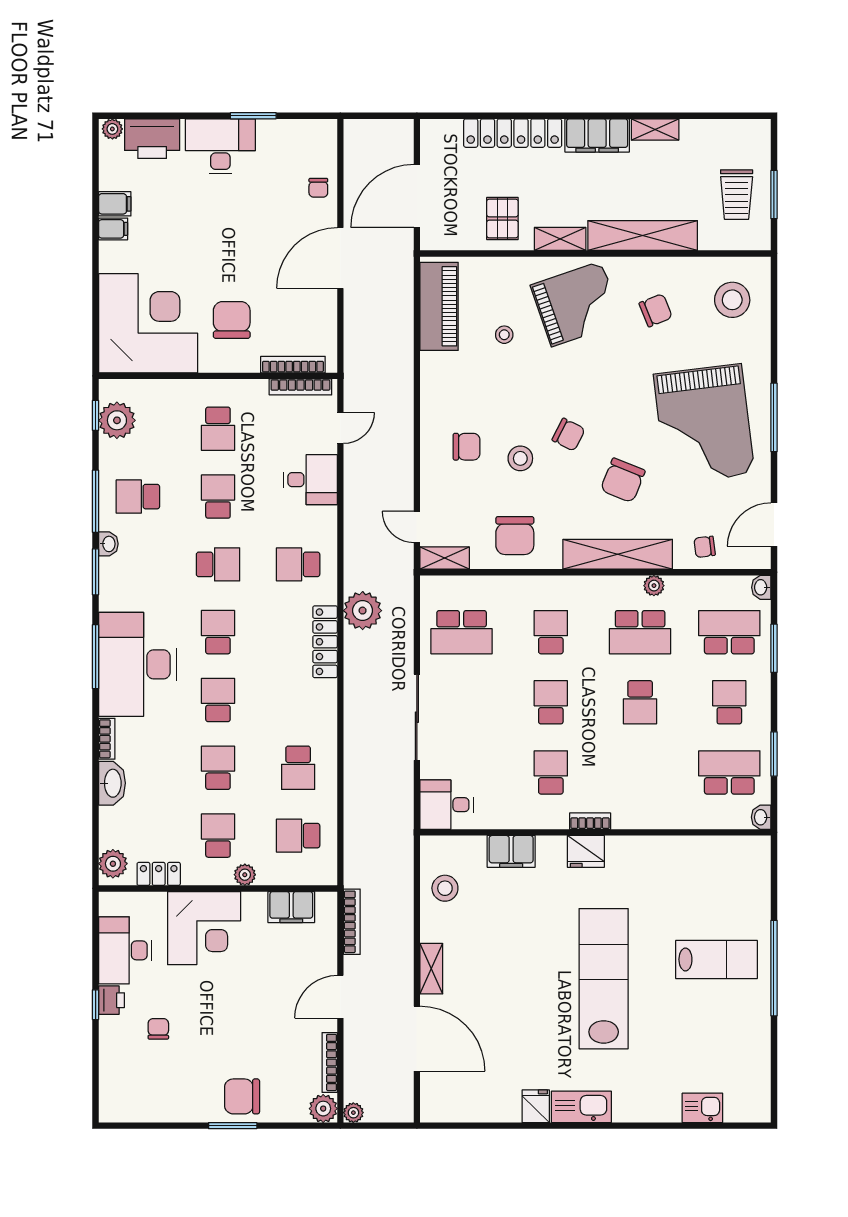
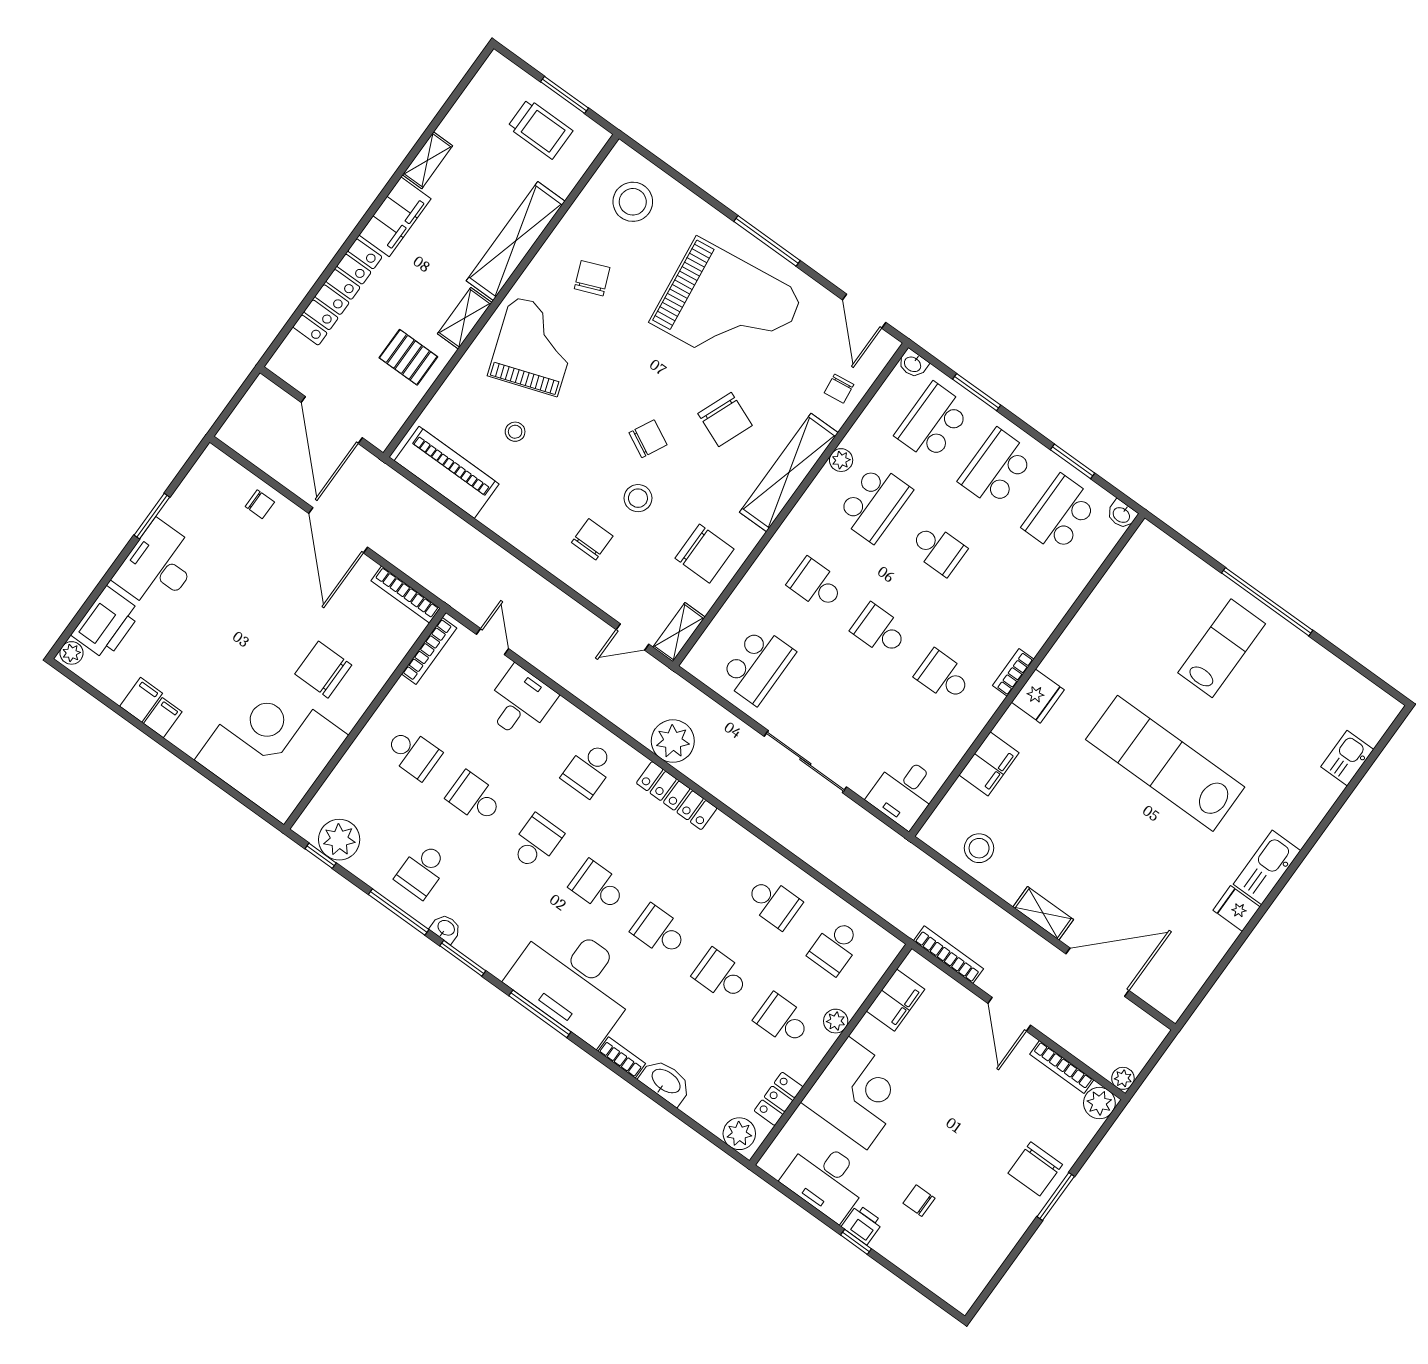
bookcase: (293, 365) -> (406, 595), moved, turned -90
school desk: (729, 702) -> (996, 468), width x1.85

